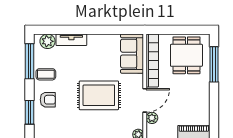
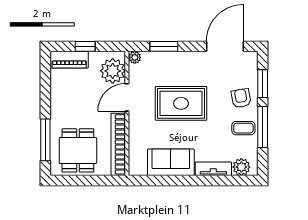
sofa: (132, 54) -> (171, 162), moved, turned -90
window: (29, 61) -> (263, 127), moved
armchair: (48, 100) -> (241, 98), turned 80
plant: (152, 118) -> (113, 71), width x1.88, depth x1.88

